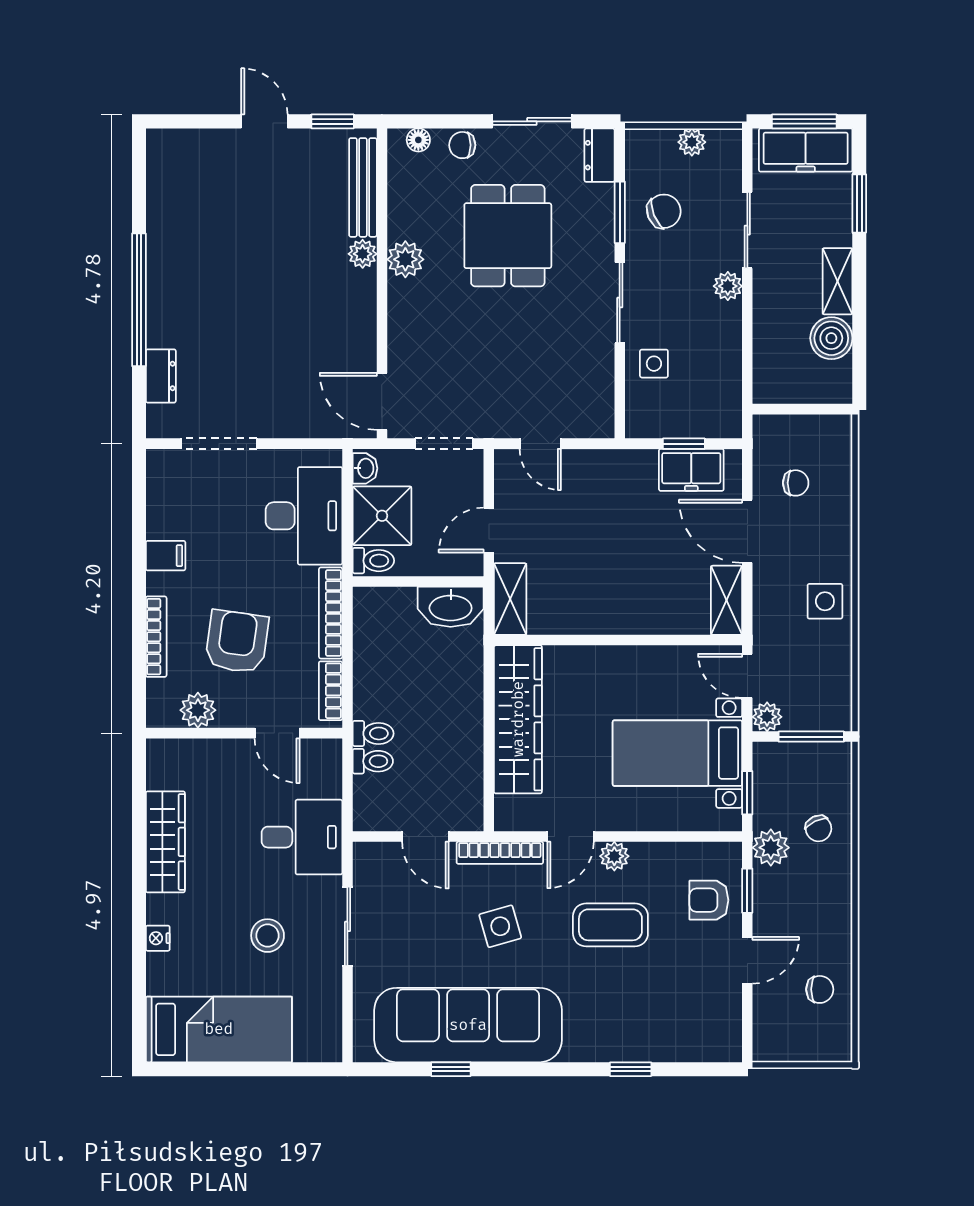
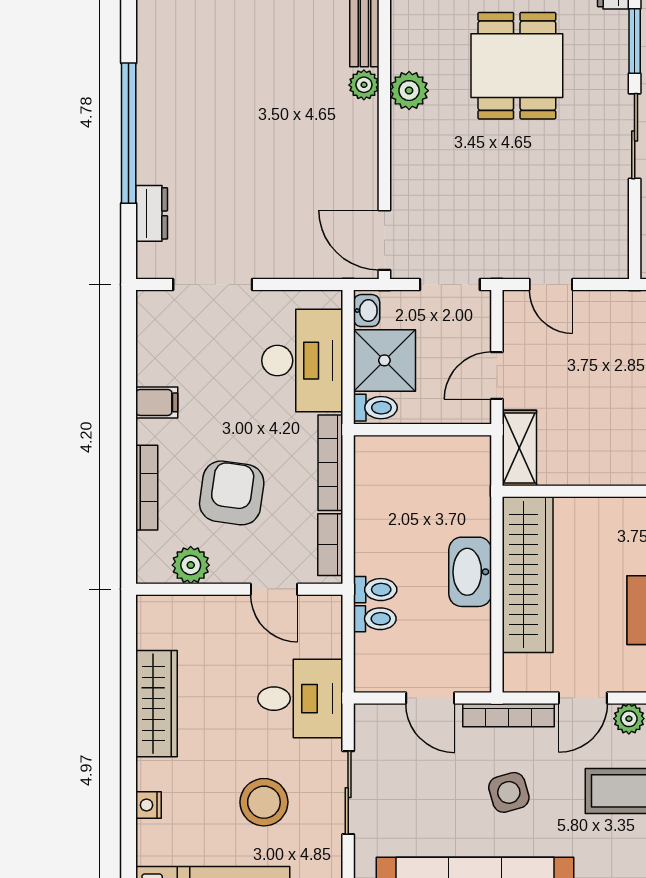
washbasin: (451, 607) -> (470, 572), moved, turned 90
stool: (268, 936) -> (264, 802), width x1.38, depth x1.38

